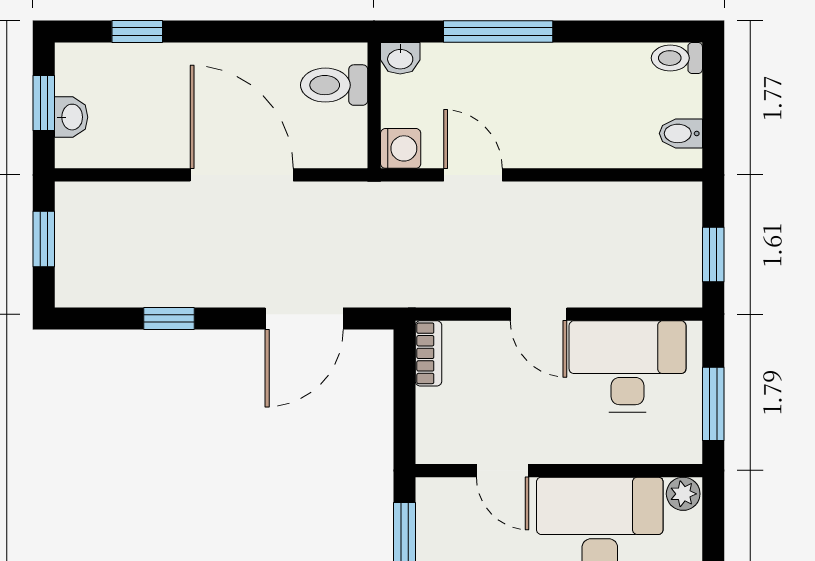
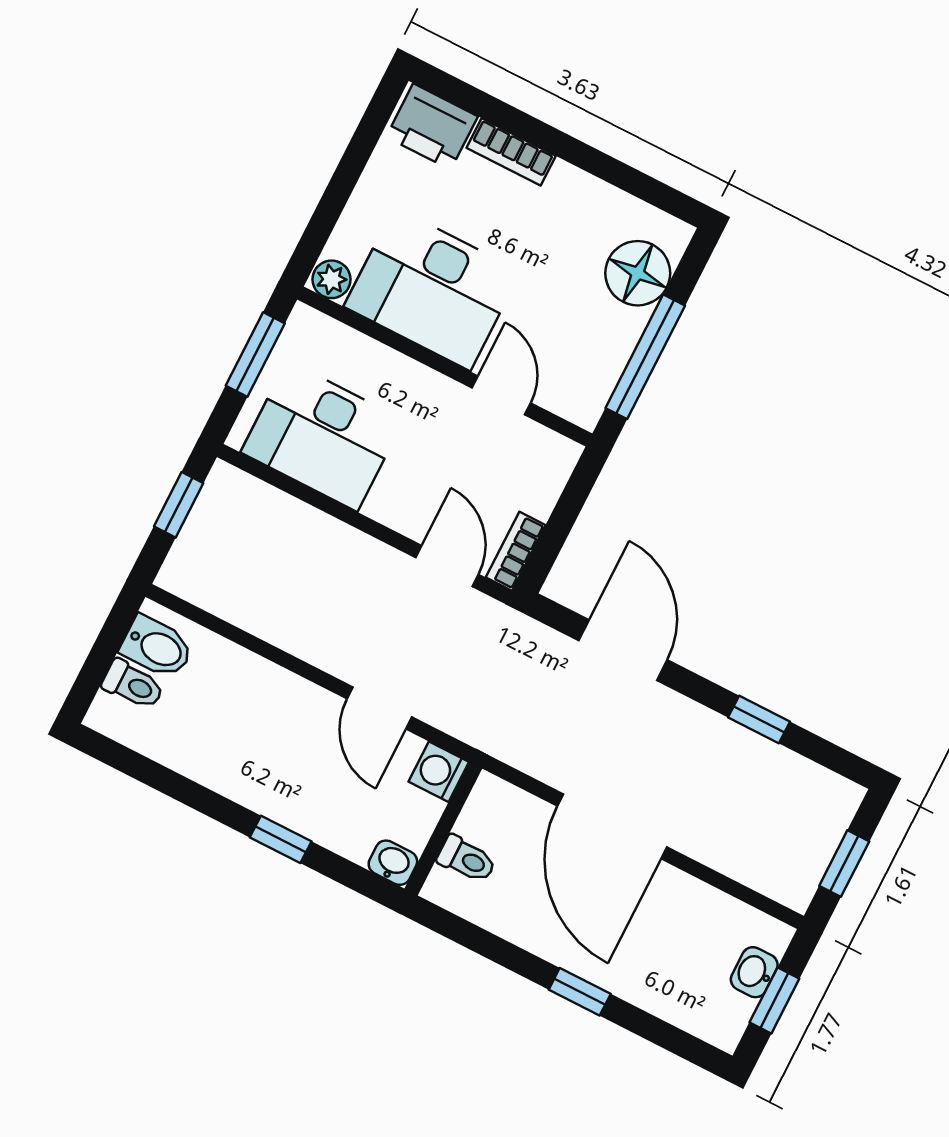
window: (137, 32) -> (580, 992), moved
window: (498, 32) -> (281, 839), width x0.46
toilet: (677, 58) -> (133, 685), moved
toilet: (334, 85) -> (467, 859), width x0.73, depth x0.72
bidet: (681, 133) -> (157, 647), width x1.38, depth x1.36
door: (539, 314) -> (447, 566), moved
door: (304, 318) -> (623, 650), hinge flipped

